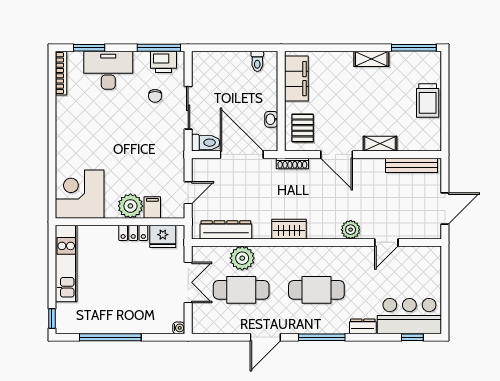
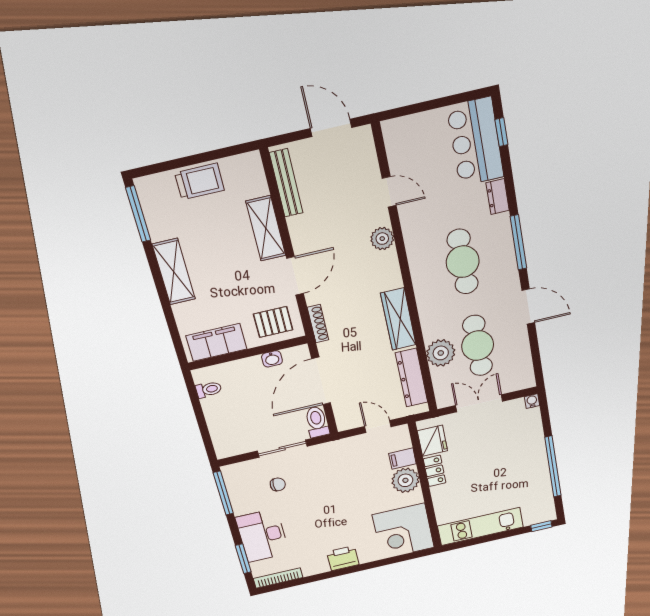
shelving: (371, 59) -> (174, 272), width x1.50, depth x1.33
printer: (163, 62) -> (343, 558), moved, turned -90
shelving: (380, 144) -> (266, 228), width x1.50, depth x1.33
wardrobe: (289, 229) -> (398, 319), width x1.50

